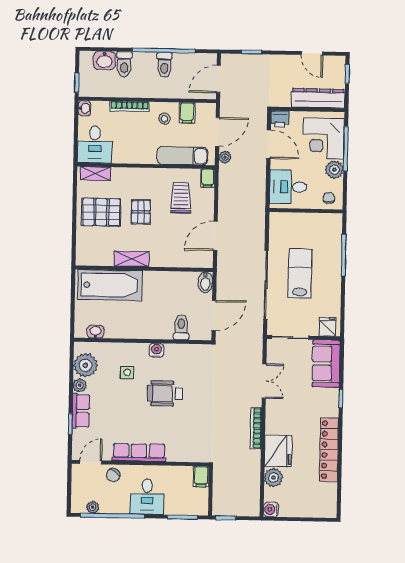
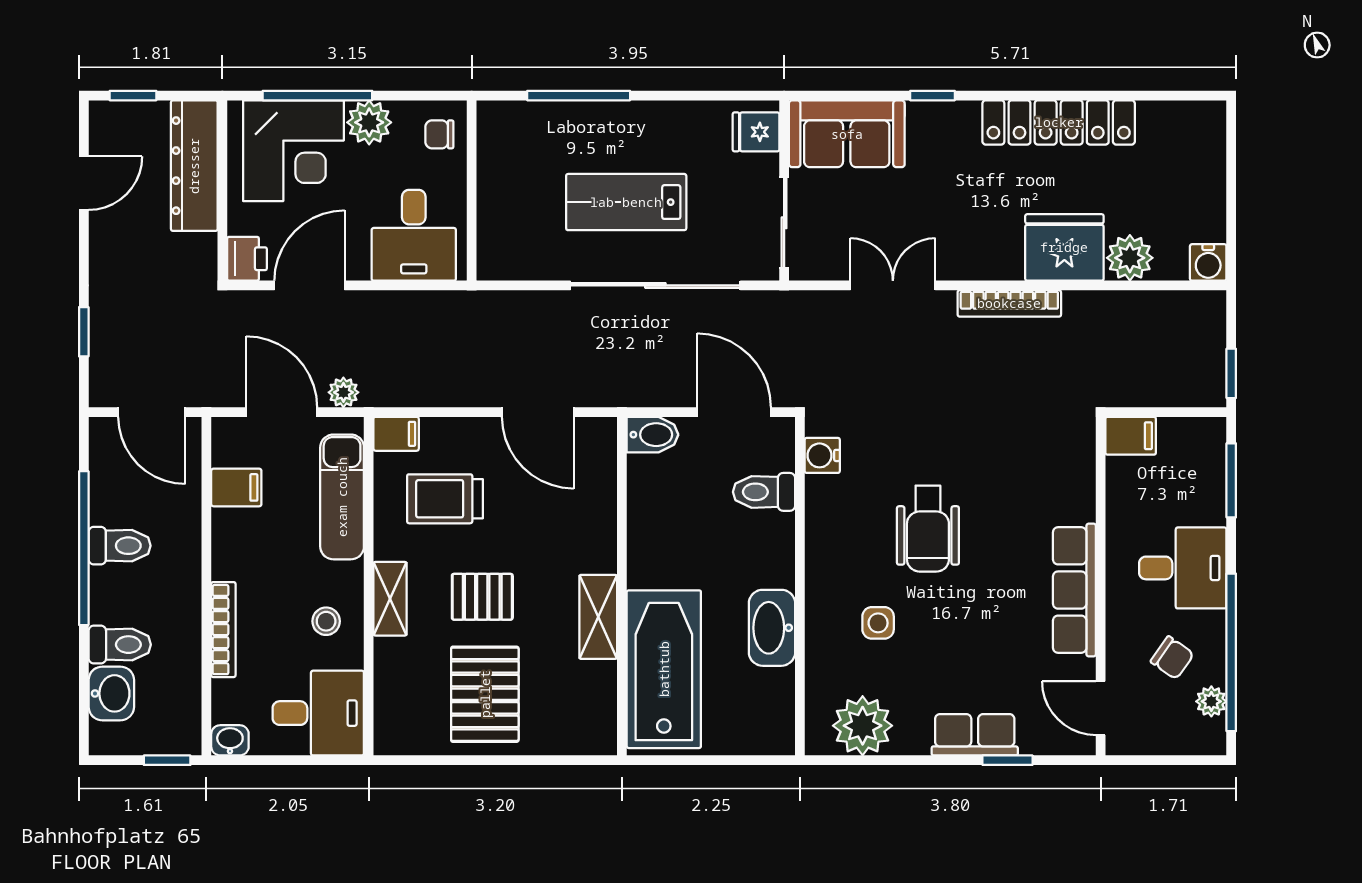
stool: (164, 119) -> (326, 621), moved
shelving: (95, 174) -> (390, 599), moved
washbasin: (96, 332) -> (772, 628), moved, width x1.91, depth x1.45
water cooler: (156, 350) -> (822, 455), moved
plant: (80, 385) -> (912, 739), removed
chair: (113, 475) -> (1172, 658), moved

